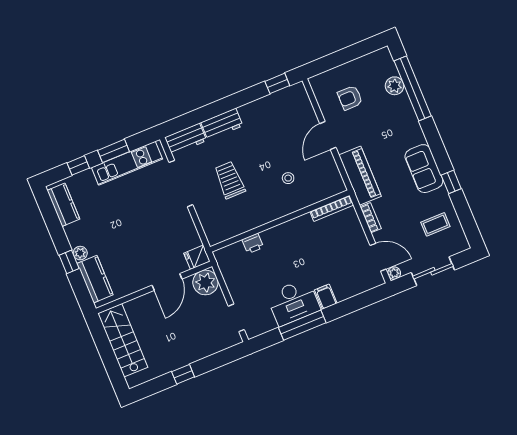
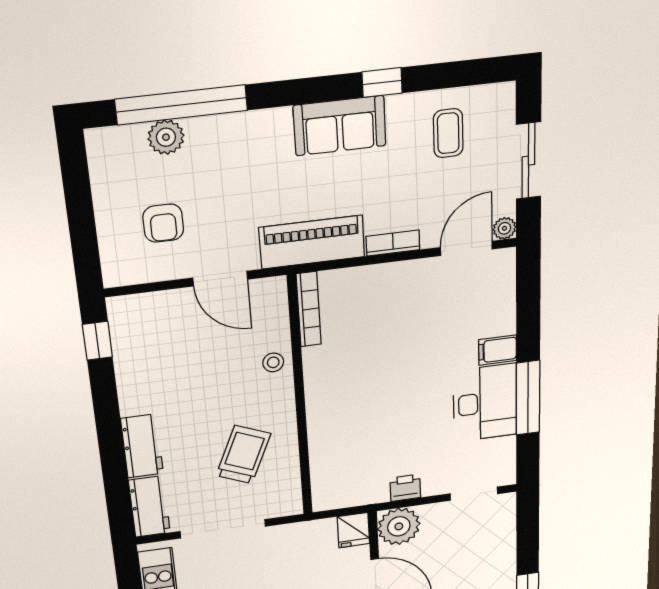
trolley: (230, 180) -> (243, 455), turned 113
bookcase: (332, 208) -> (309, 309), moved
wall: (280, 221) -> (300, 398), moved
printer: (253, 243) -> (405, 488), moved, turned -90

